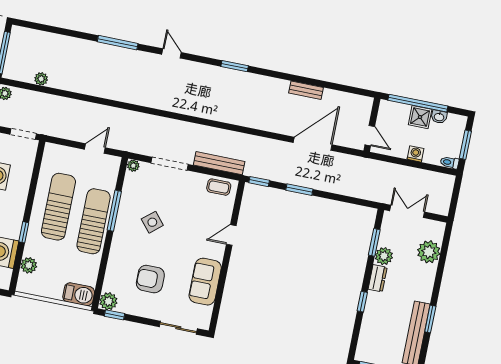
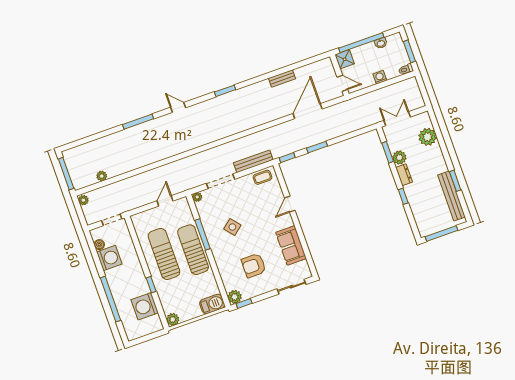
shower: (420, 117) -> (345, 59), moved
plant: (29, 265) -> (173, 319), moved

